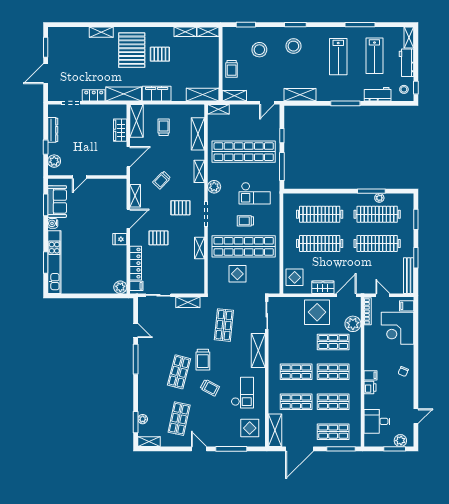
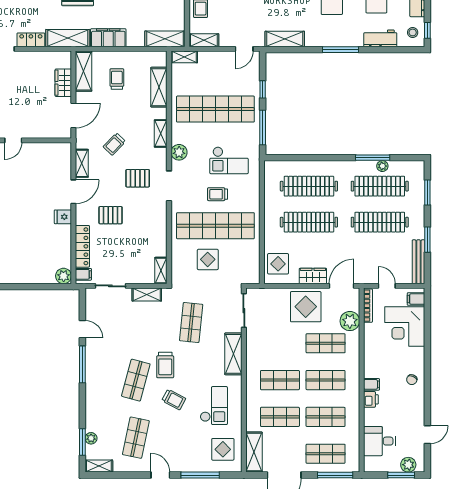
shelving: (199, 248) -> (161, 270), moved

